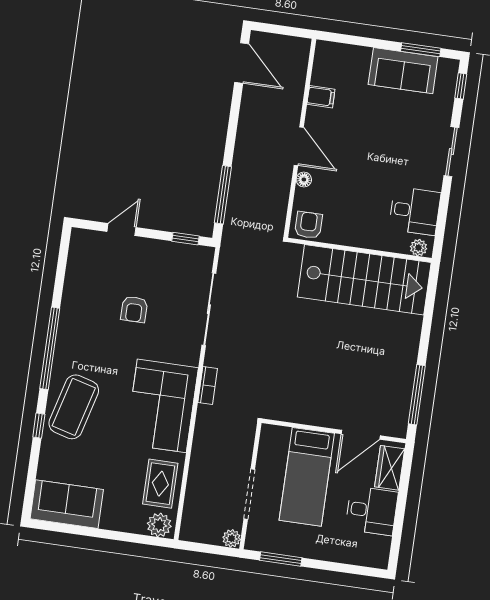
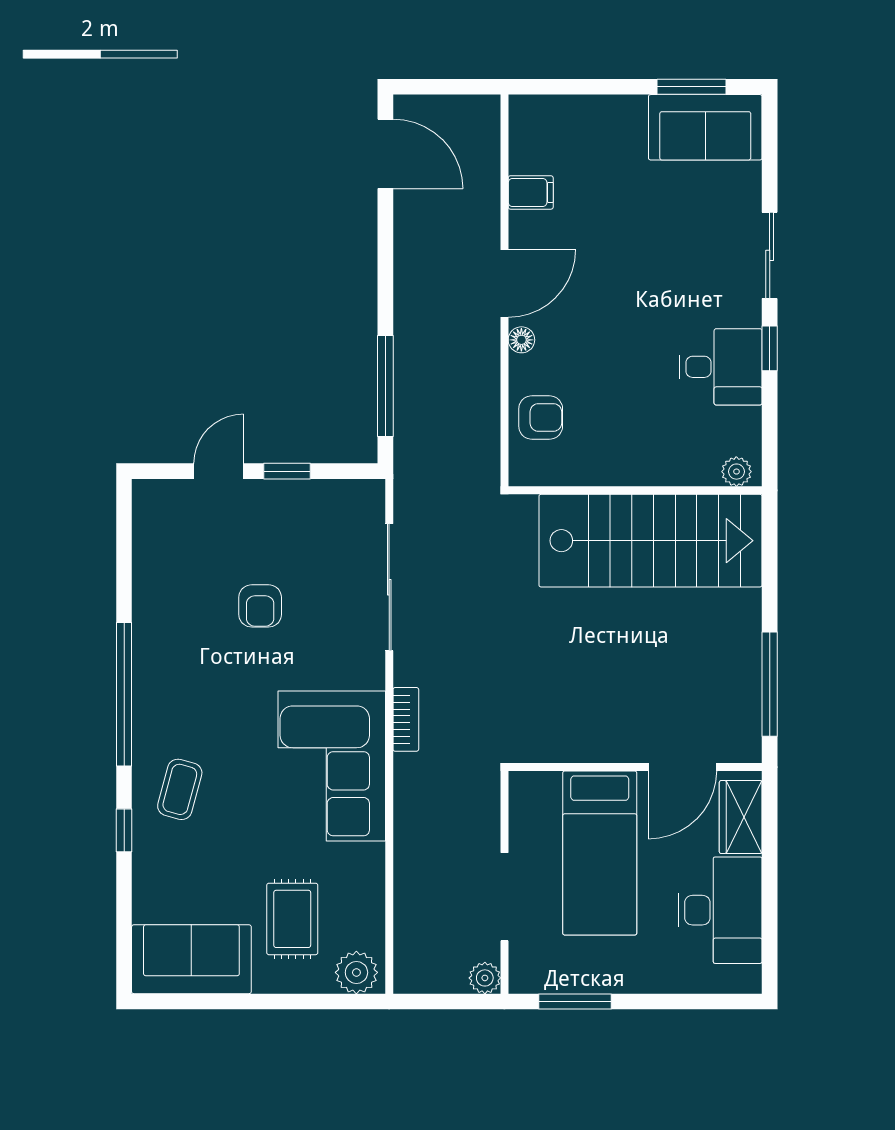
sofa: (403, 71) -> (705, 127), moved
window: (461, 86) -> (770, 348), moved
door: (299, 146) -> (504, 284), hinge flipped
armchair: (308, 225) -> (541, 417), turned 90
window: (185, 239) -> (287, 471), moved
plant: (419, 248) -> (736, 472), moved
wall: (360, 250) -> (635, 490), moved
stairs: (364, 280) -> (651, 541), moved
coffee table: (74, 407) -> (180, 789), width x0.54, depth x0.58
rug: (160, 484) -> (292, 919), moved
desk: (372, 511) -> (720, 910), width x1.37

